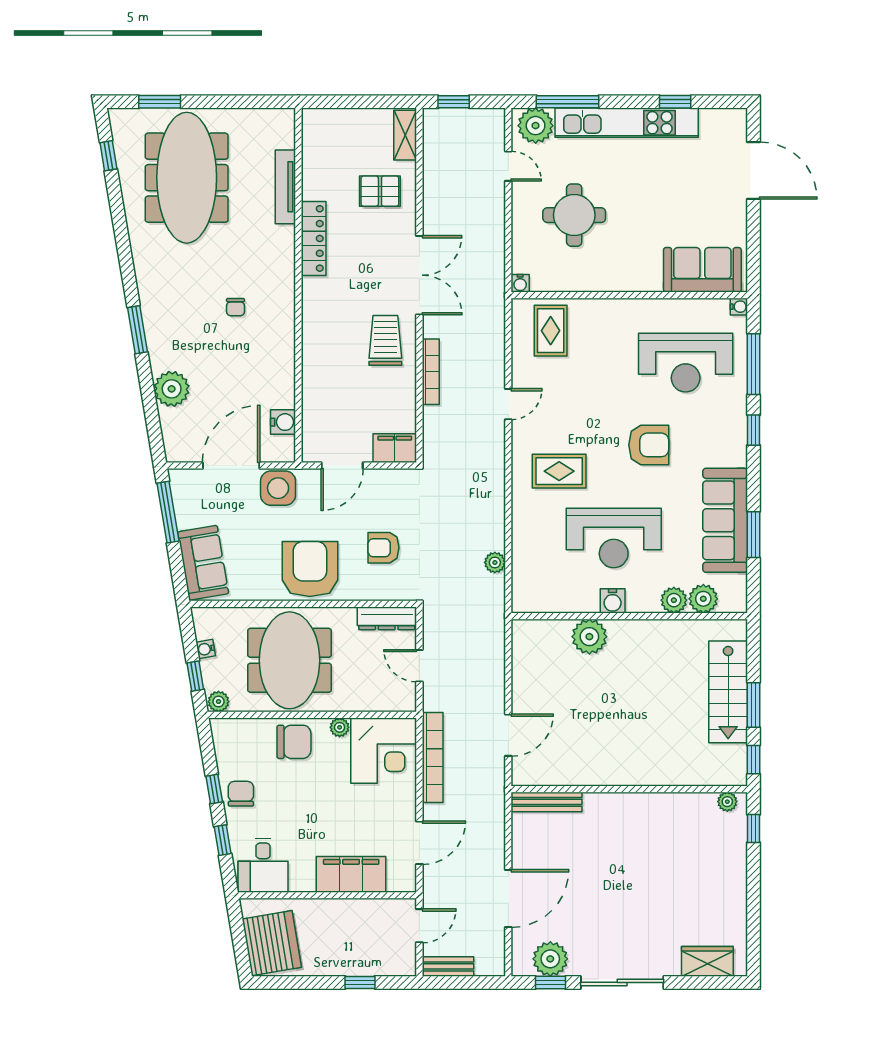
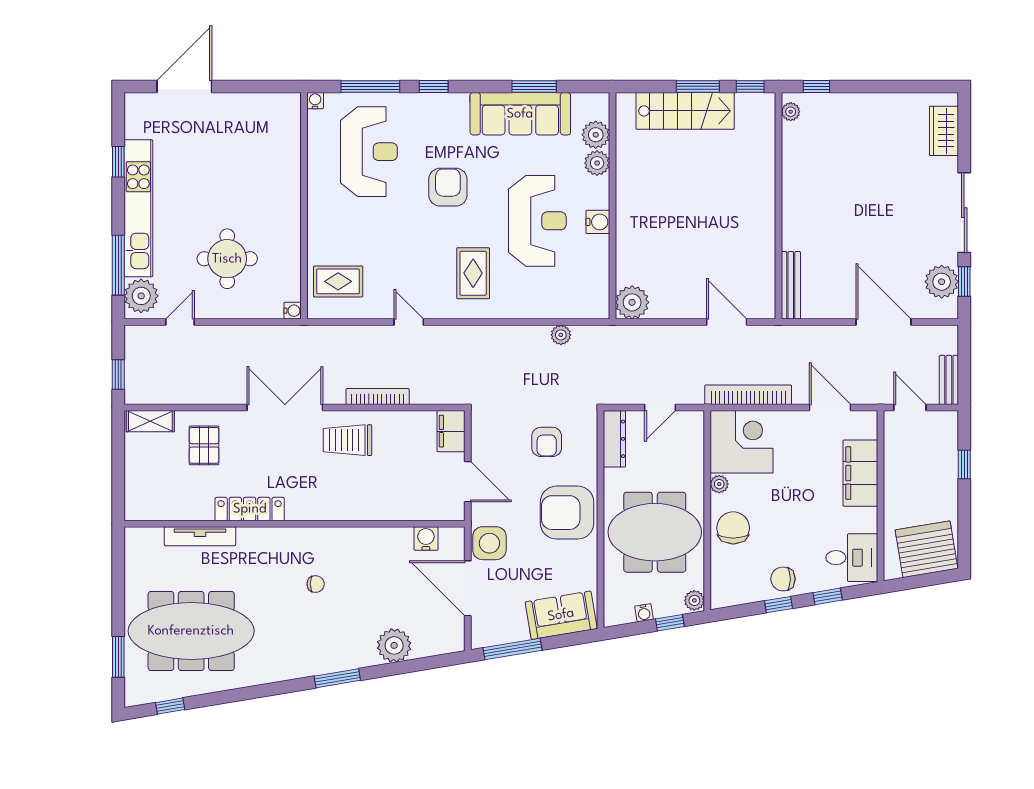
sofa: (702, 270) -> (280, 136), removed
plant: (589, 637) -> (632, 302), moved

